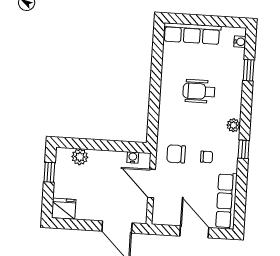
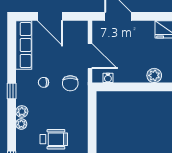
plant: (235, 111) -> (21, 124), added
chair: (176, 154) -> (70, 83), turned 90

